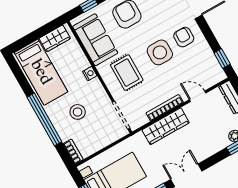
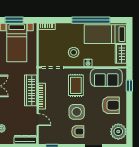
rug: (127, 73) -> (76, 85), turned 90
door: (198, 96) -> (38, 120), hinge flipped
stool: (78, 112) -> (74, 52), moved
window: (44, 119) -> (91, 20), moved

